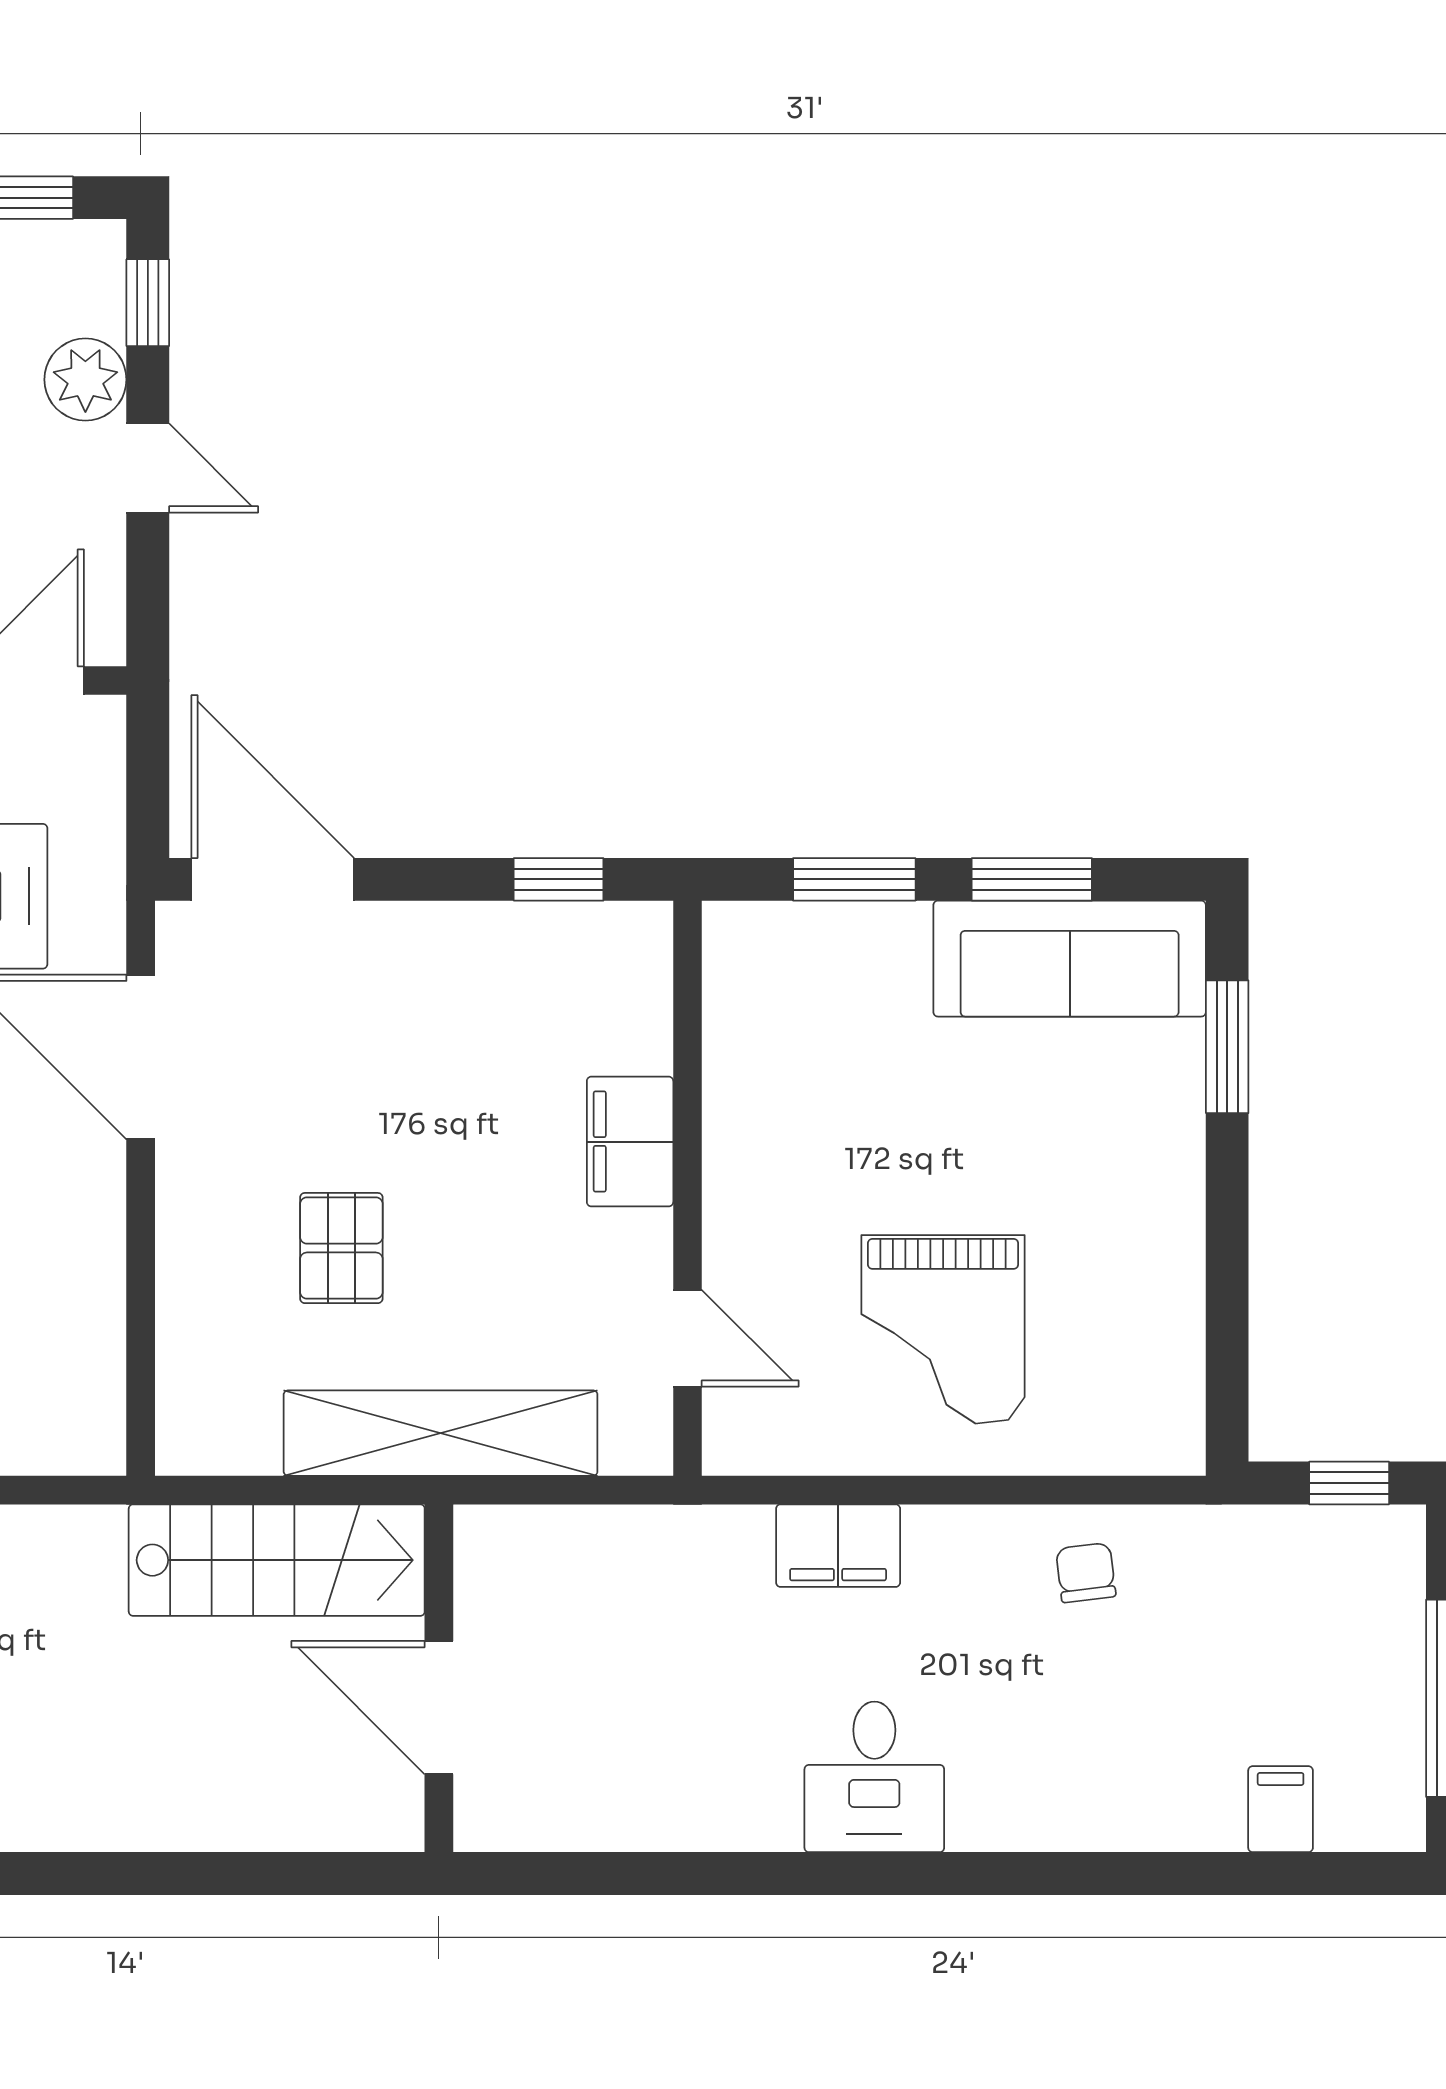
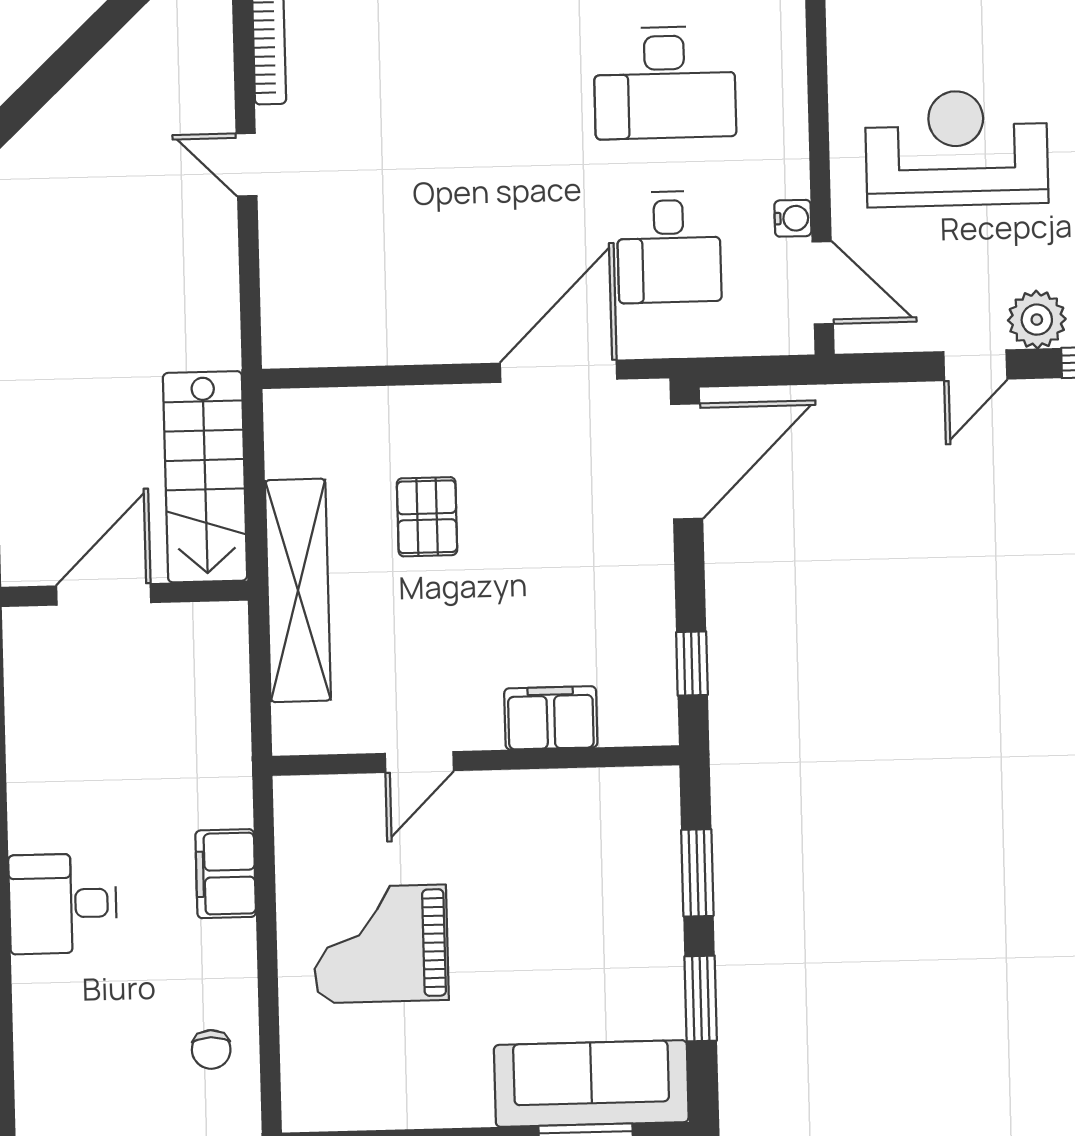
sofa: (1070, 959) -> (591, 1084), moved, turned 90
filing cabinet: (630, 1142) -> (551, 718), moved
pallet: (341, 1248) -> (427, 517), turned 90
door: (687, 1338) -> (419, 762), moved
chair: (1086, 1573) -> (211, 1049), turned 97

